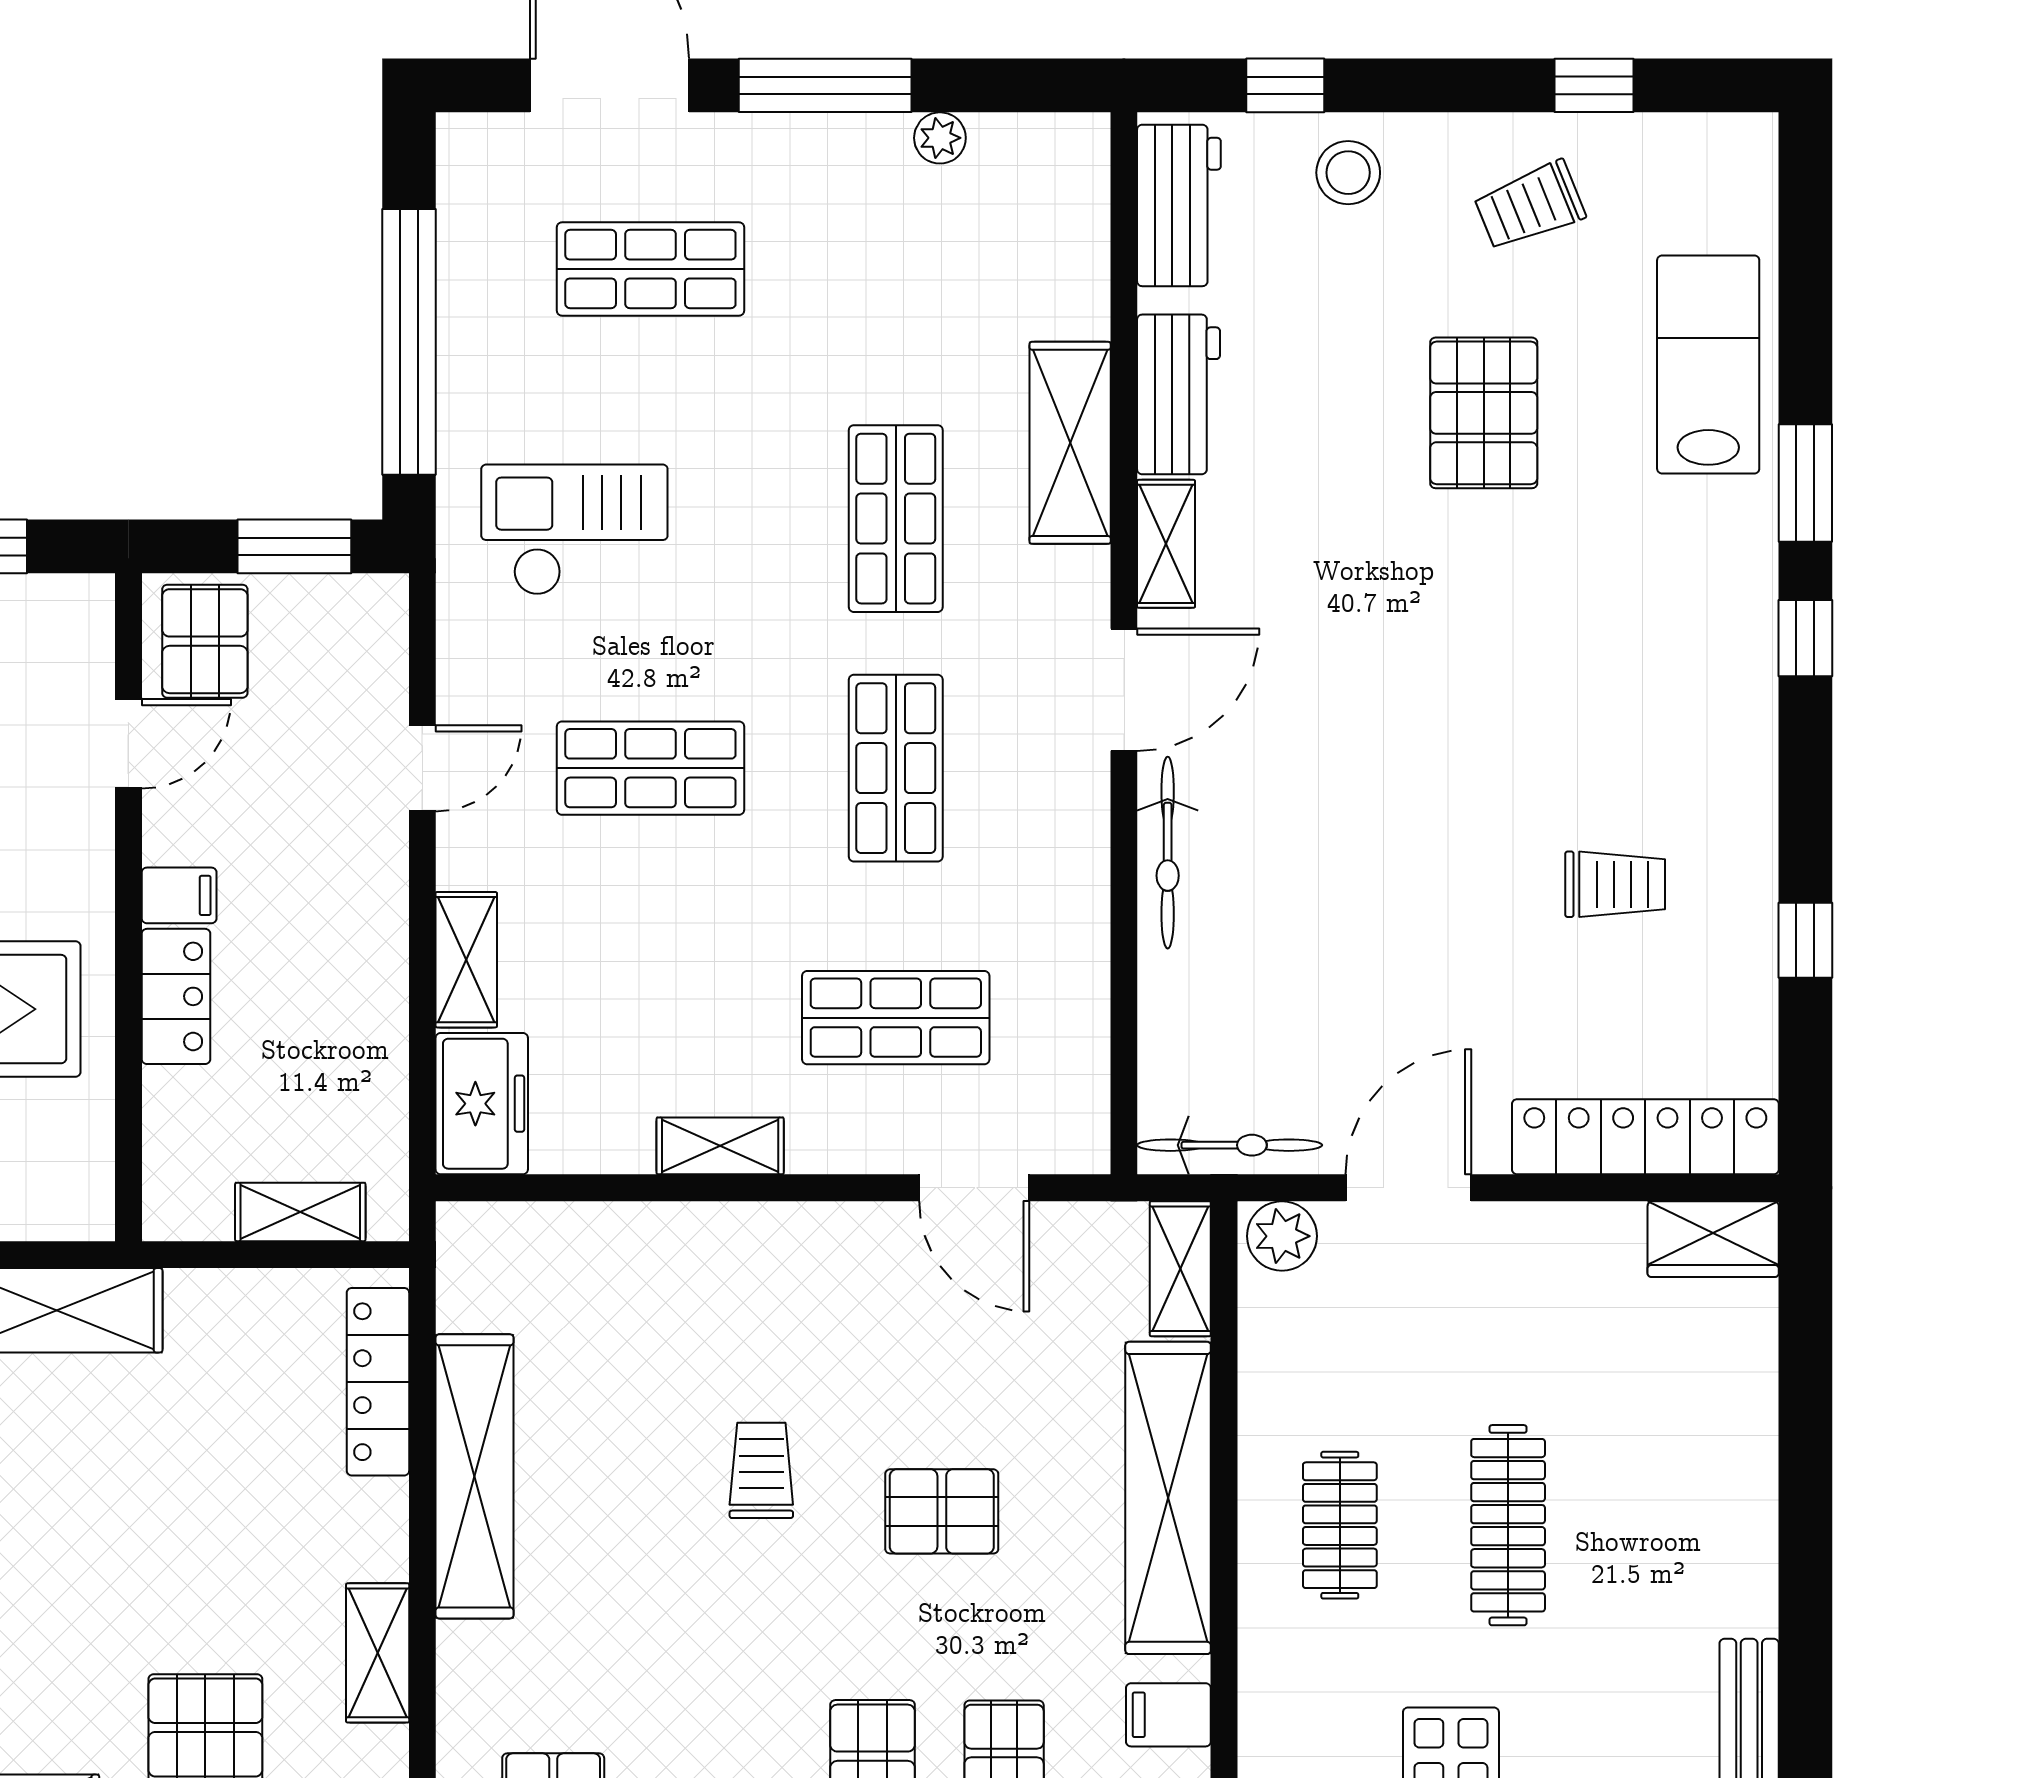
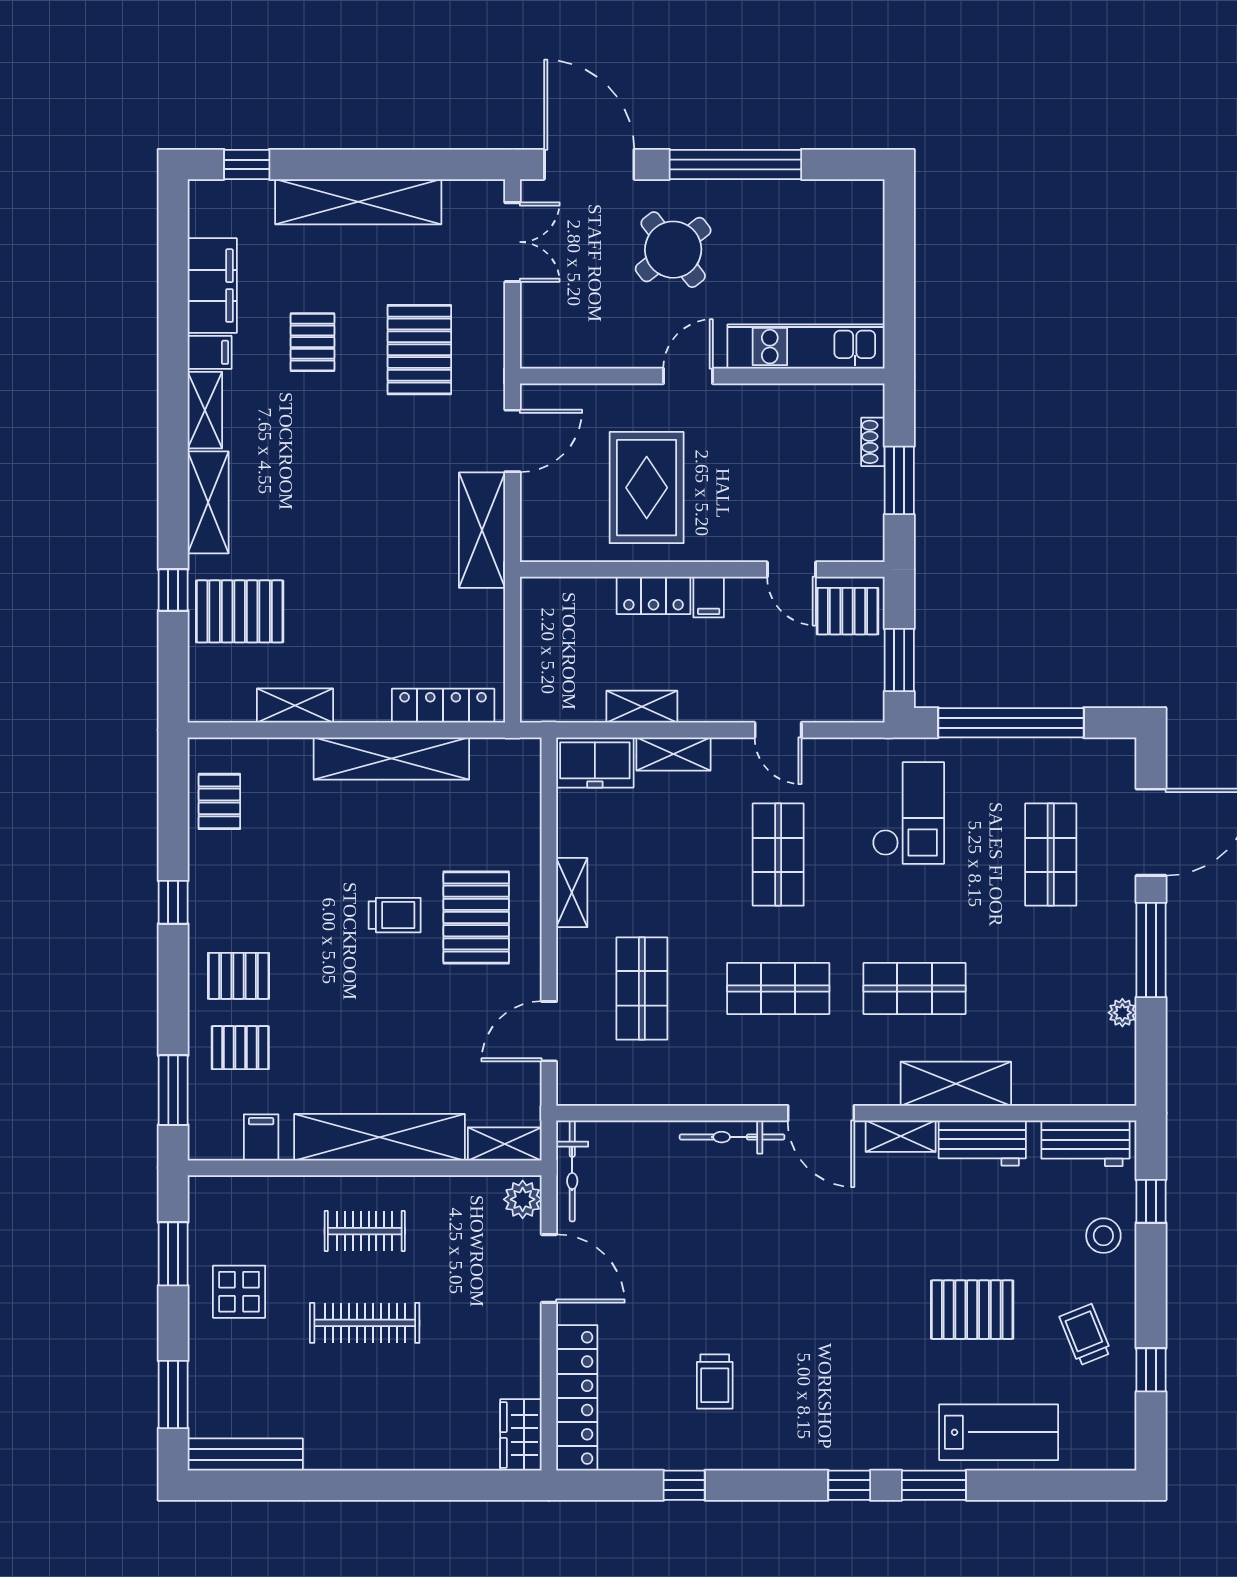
shelving: (300, 1212) -> (642, 707), moved, turned 90
pallet: (942, 1511) -> (476, 918), moved, width x1.50, depth x1.42

